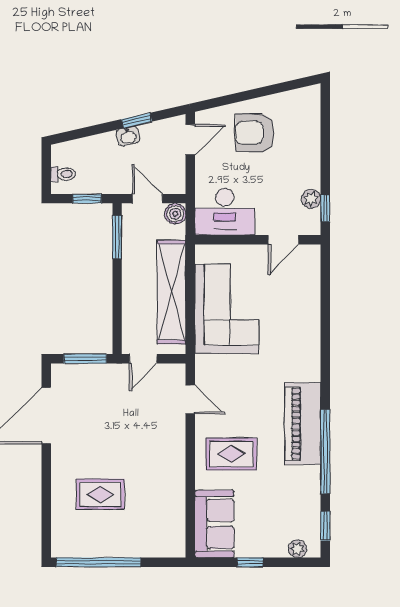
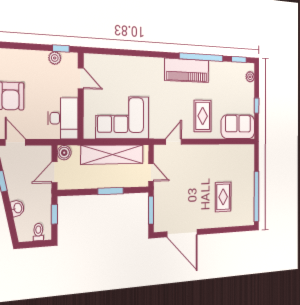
washbasin: (128, 136) -> (17, 208), moved
window: (117, 237) -> (111, 191), moved

